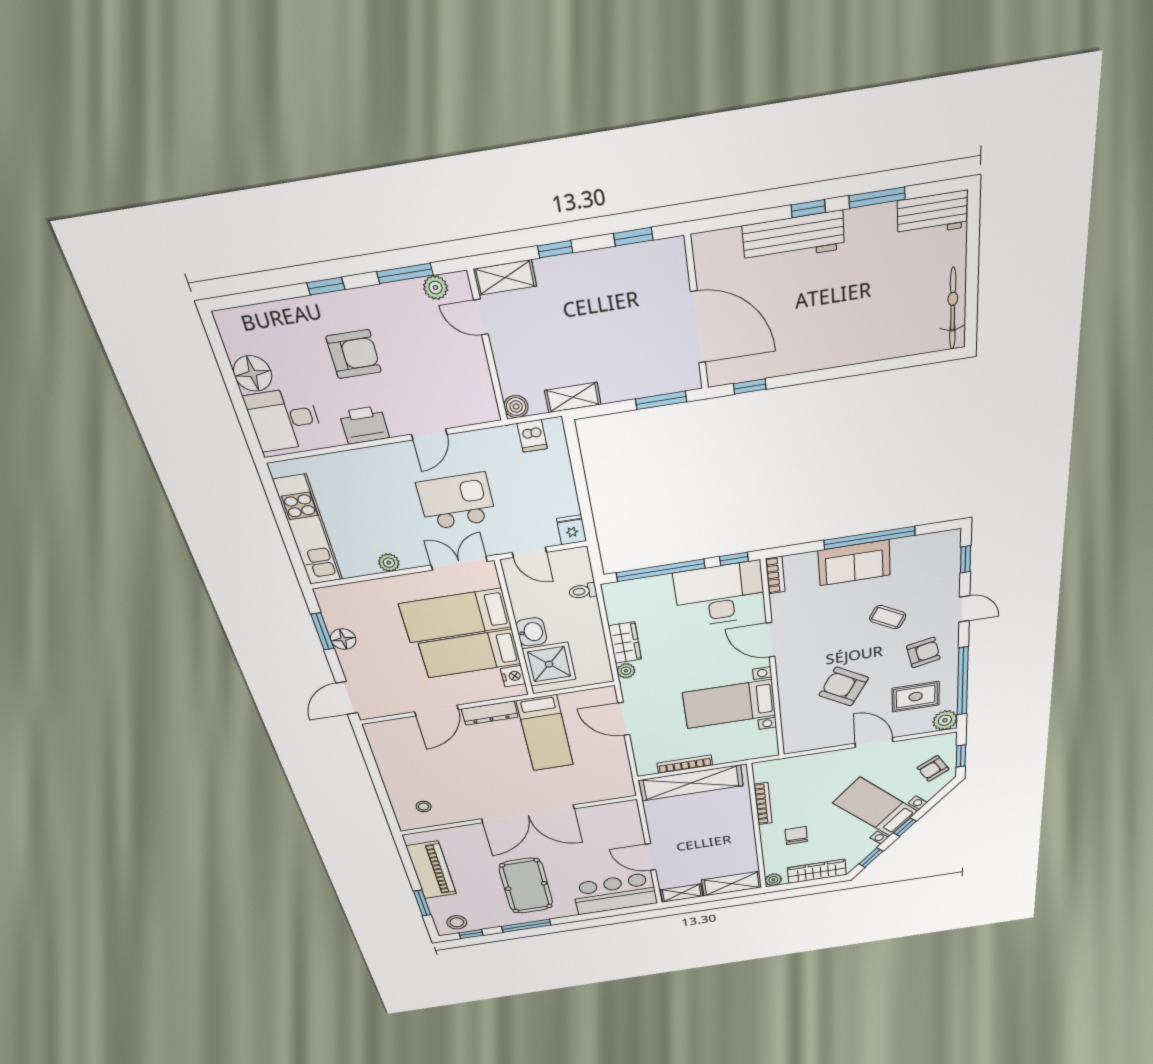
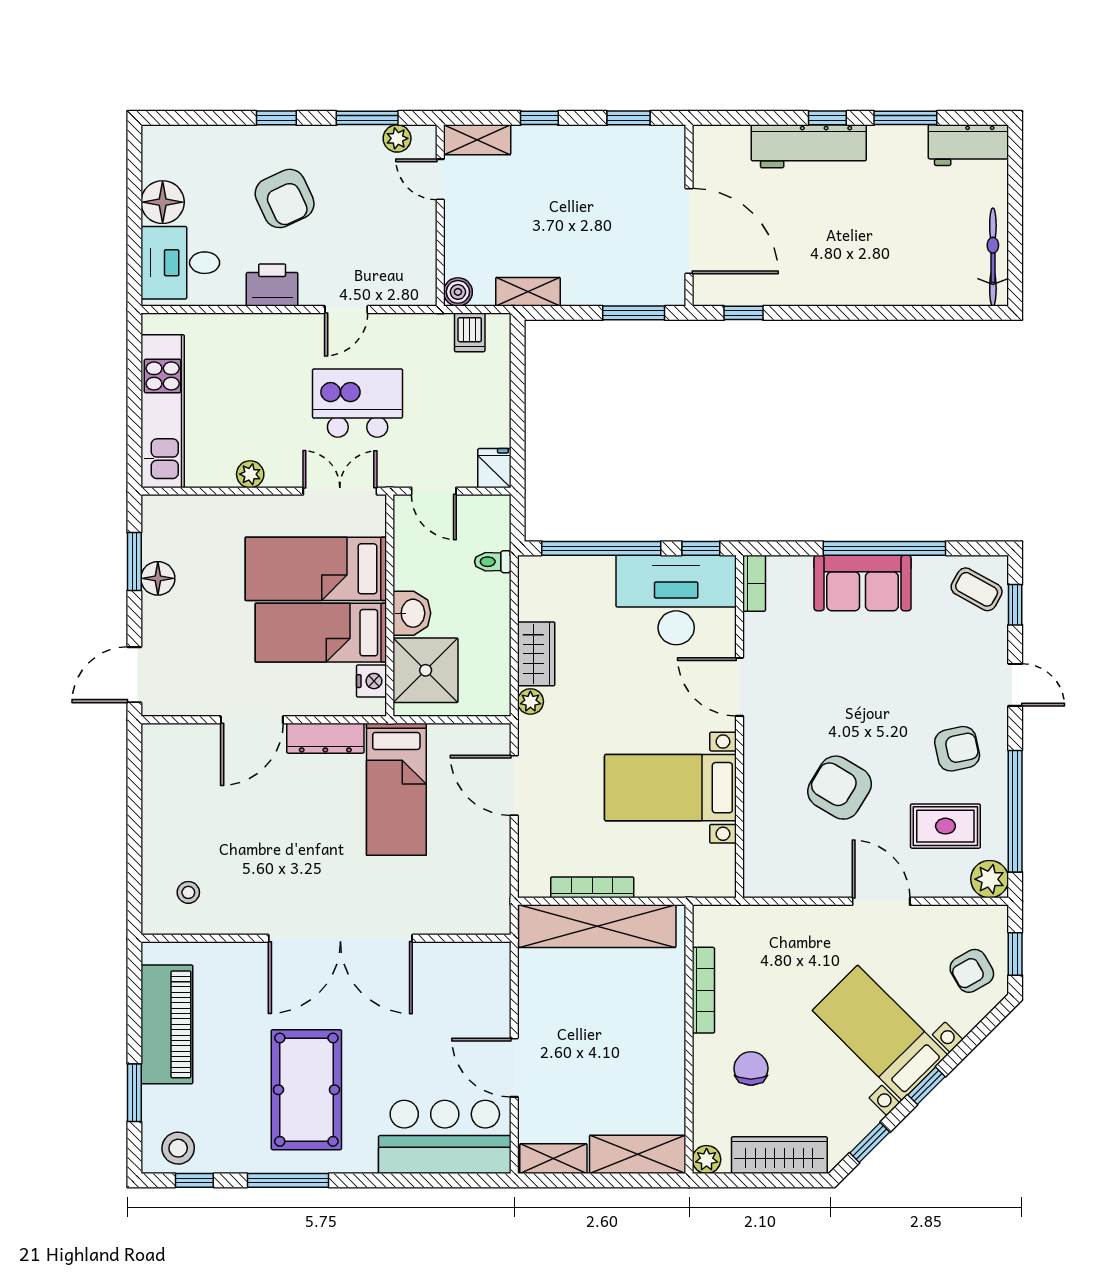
armchair: (354, 354) -> (285, 198), turned 65
coffee table: (888, 617) -> (977, 589), moved

